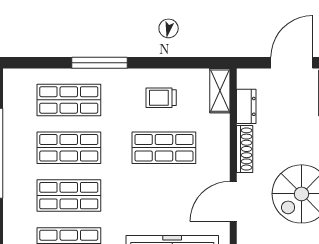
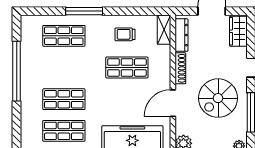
dresser: (246, 106) -> (181, 35), width x1.44
shop shelf: (69, 148) -> (64, 68), removed

